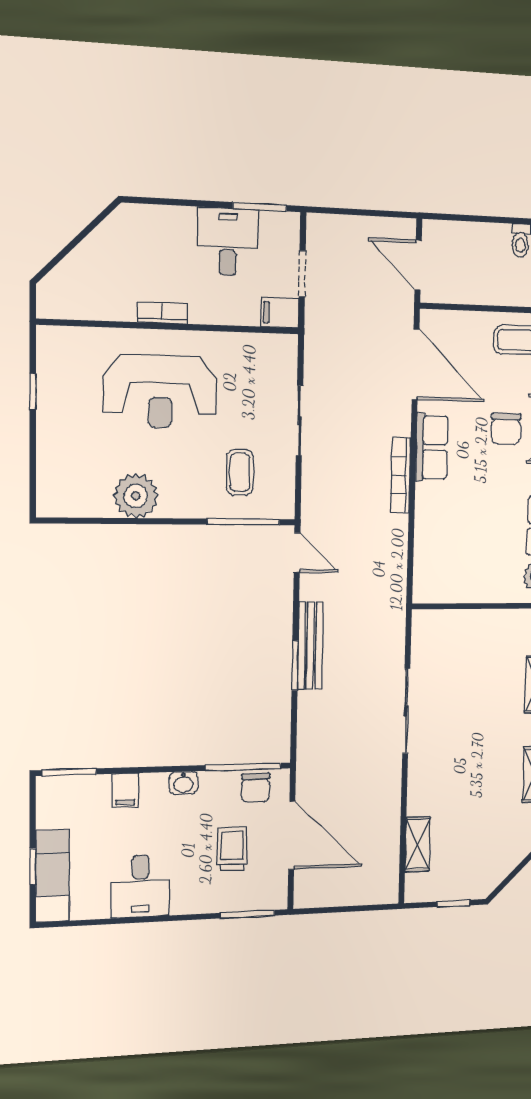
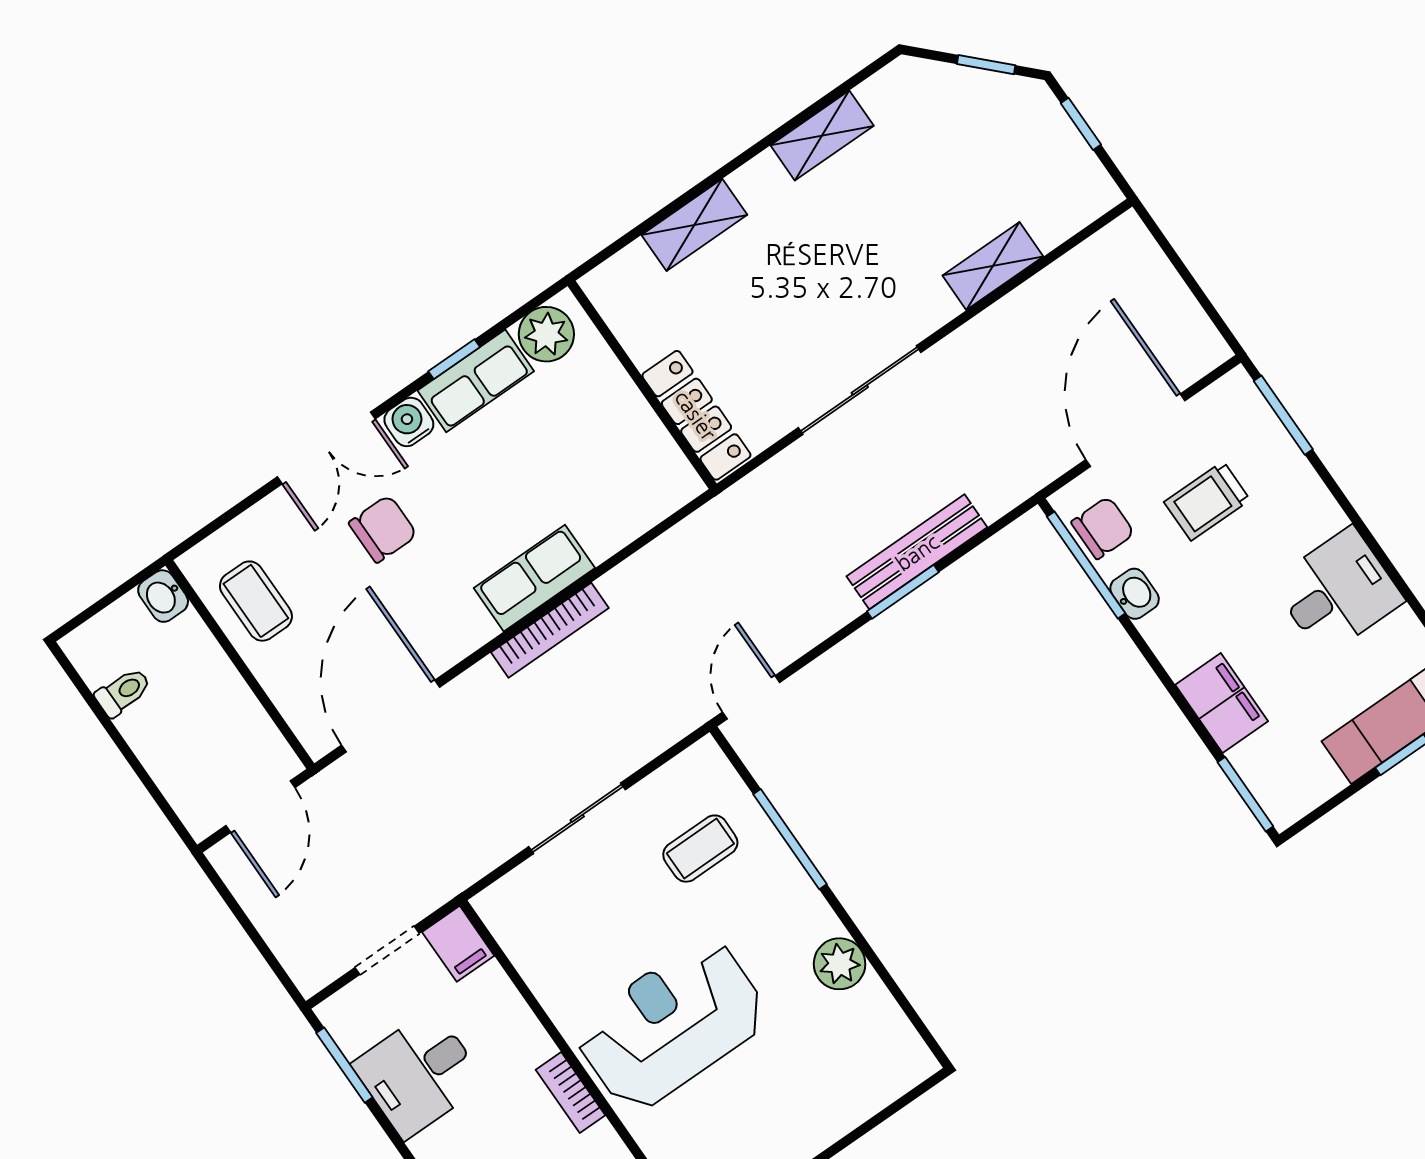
reception desk: (160, 392) -> (671, 1024), turned -90
row of seats: (432, 447) -> (534, 578), moved
plant: (136, 496) -> (840, 964), width x0.73, depth x0.73
window: (243, 522) -> (790, 839), moved
locker: (451, 622) -> (696, 415), added
bench: (310, 646) -> (917, 552), moved
washbasin: (183, 783) -> (1135, 594), moved
filing cabinet: (125, 790) -> (1222, 703), width x2.00
shelving: (418, 844) -> (993, 266), moved
window: (512, 875) -> (986, 65), added

